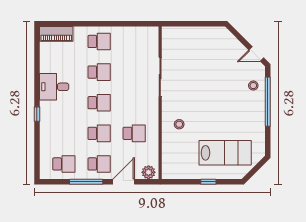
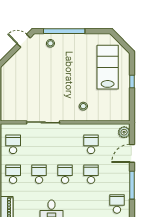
door: (256, 54) -> (24, 41), swing flipped
school desk: (99, 164) -> (13, 144), moved
door: (124, 182) -> (132, 153), hinge flipped

